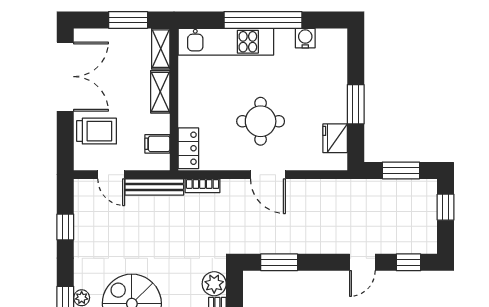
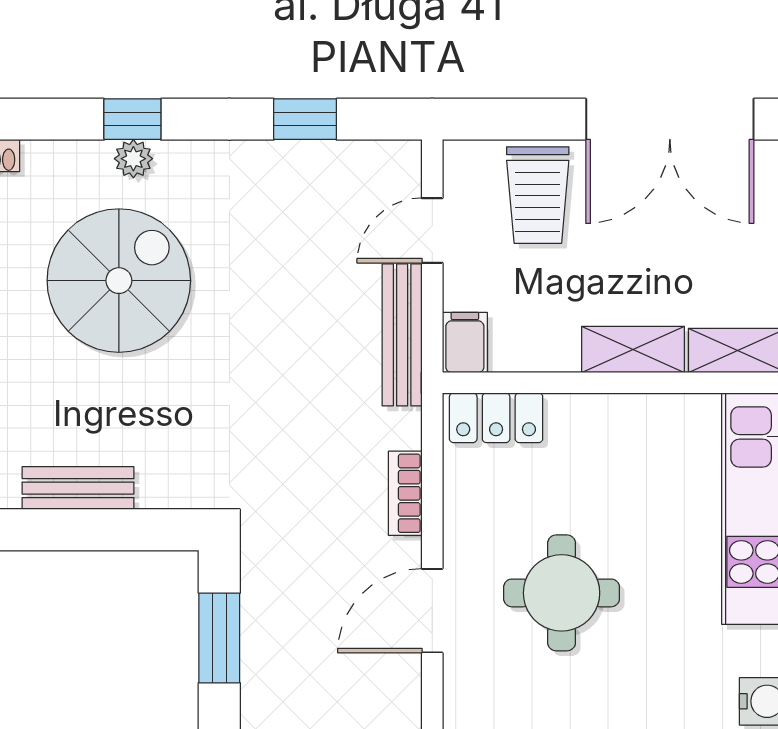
filing cabinet: (157, 144) -> (465, 343), moved
bookcase: (203, 186) -> (405, 493), moved
plant: (214, 284) -> (167, 480), removed

